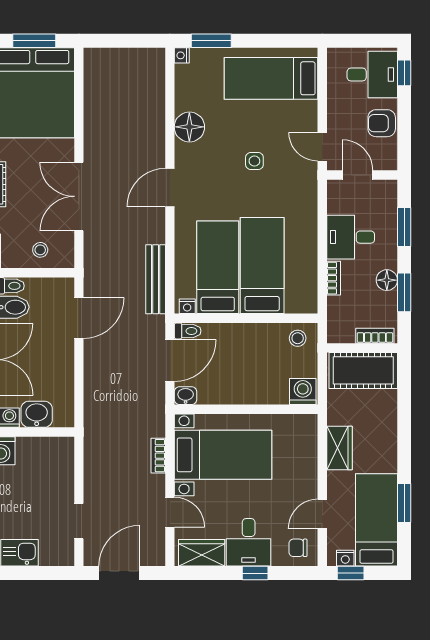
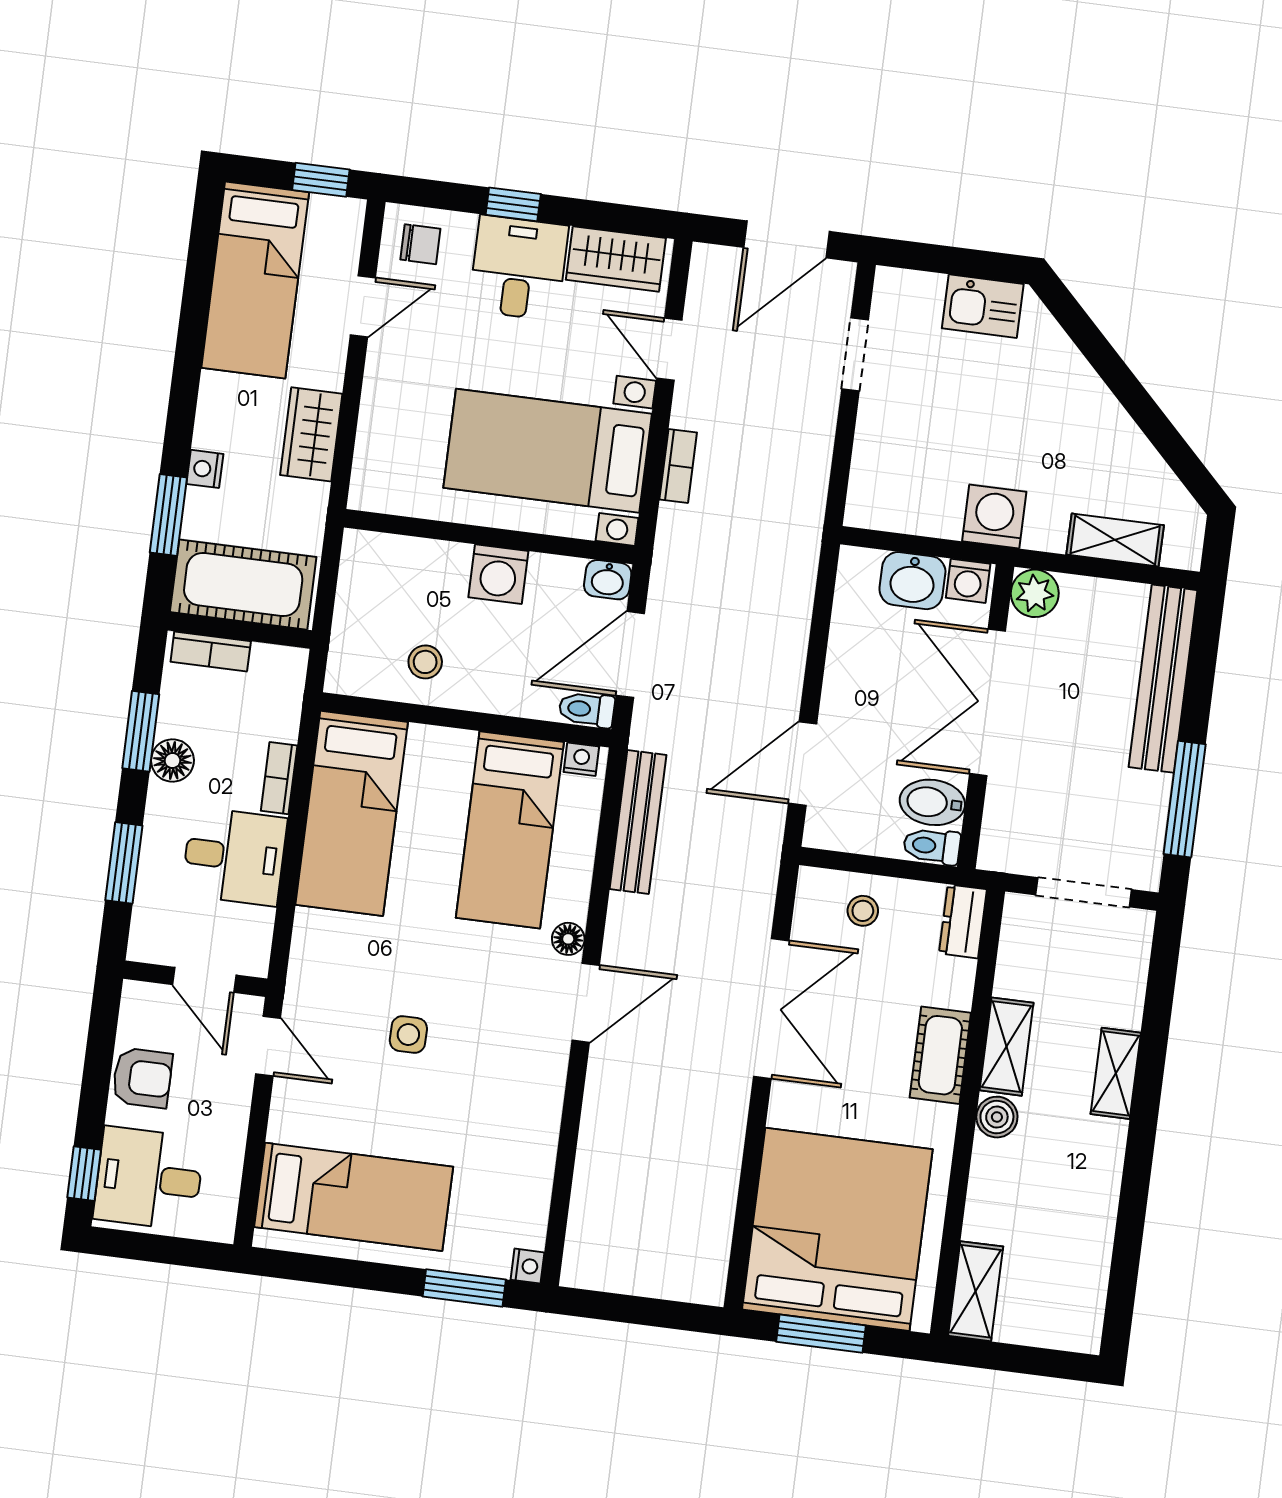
floor lamp: (189, 127) -> (568, 939), moved, width x0.53, depth x0.53
bed: (262, 265) -> (352, 813), moved
stool: (298, 338) -> (425, 662), moved
washing machine: (303, 392) -> (498, 574), moved
window: (404, 503) -> (168, 515), moved
nightstand: (345, 558) -> (205, 469), moved, turned -90

